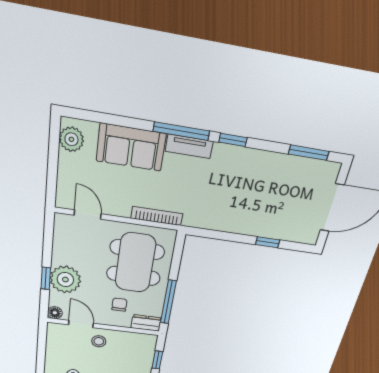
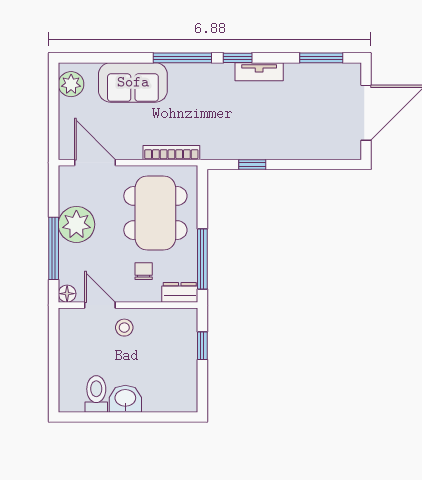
tv unit: (189, 146) -> (259, 72), moved
door: (88, 214) -> (95, 163), width x1.38
window: (268, 242) -> (252, 164), moved
window: (46, 278) -> (54, 248), width x2.17
plant: (65, 280) -> (76, 224), moved

